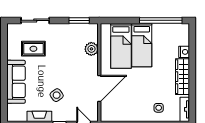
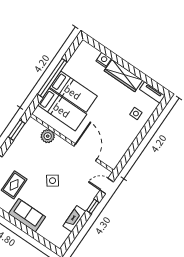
window: (161, 20) -> (52, 78), moved
sofa: (16, 82) -> (27, 215), width x0.73
side table: (57, 95) -> (53, 181), moved

